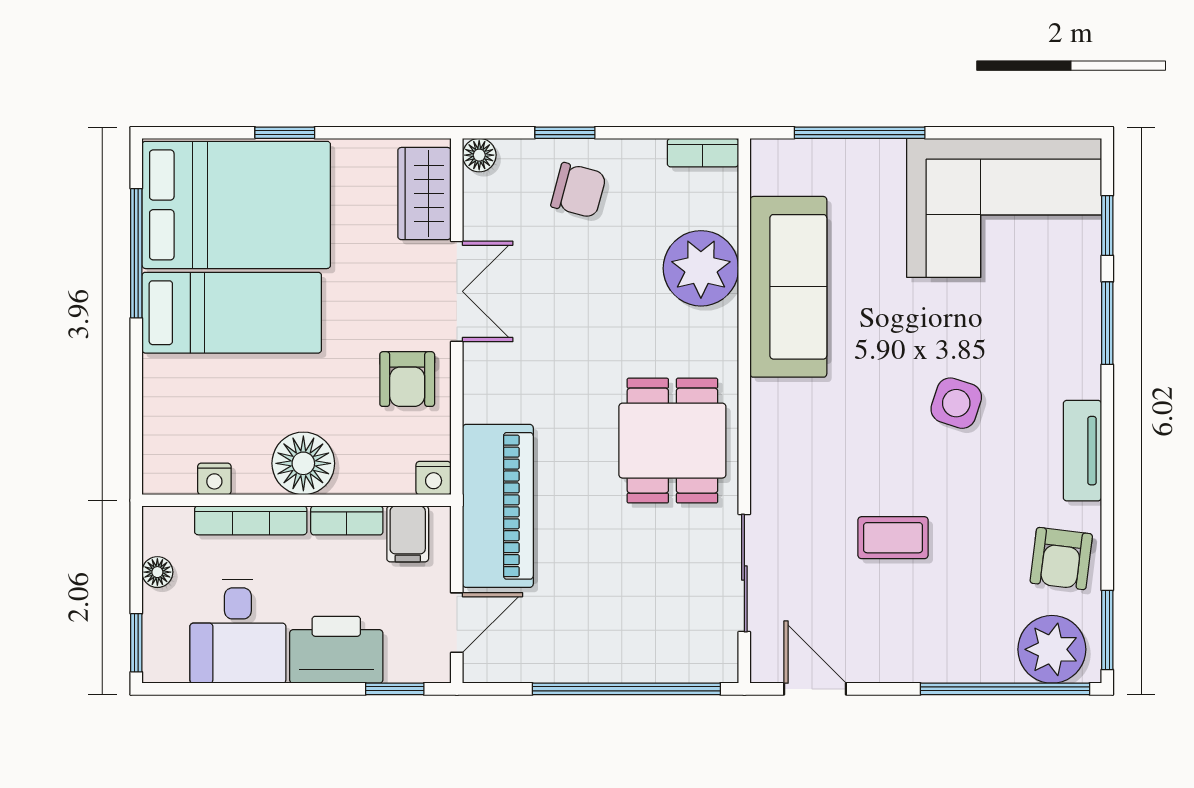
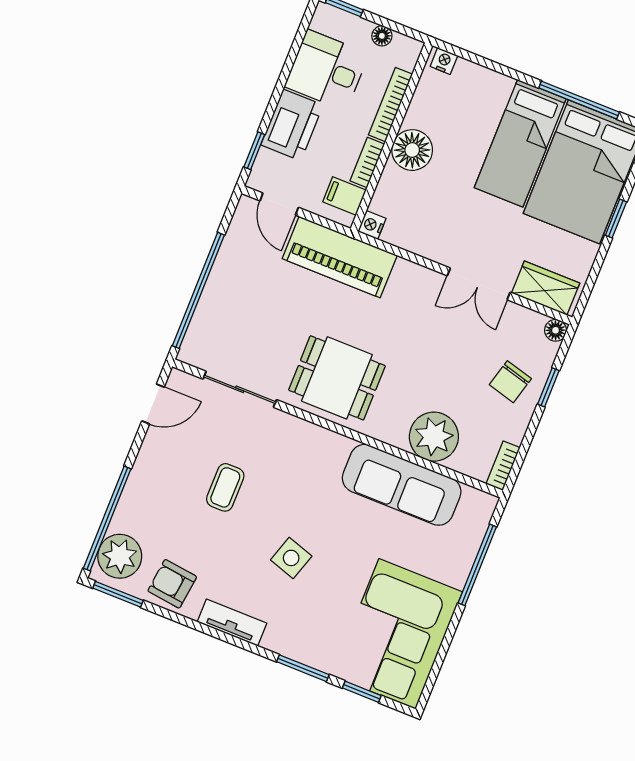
armchair: (407, 379) -> (438, 233), removed
nightstand: (214, 479) -> (444, 61), moved, turned 90

